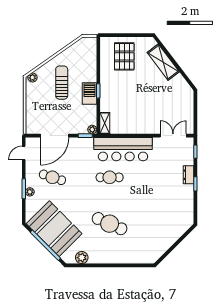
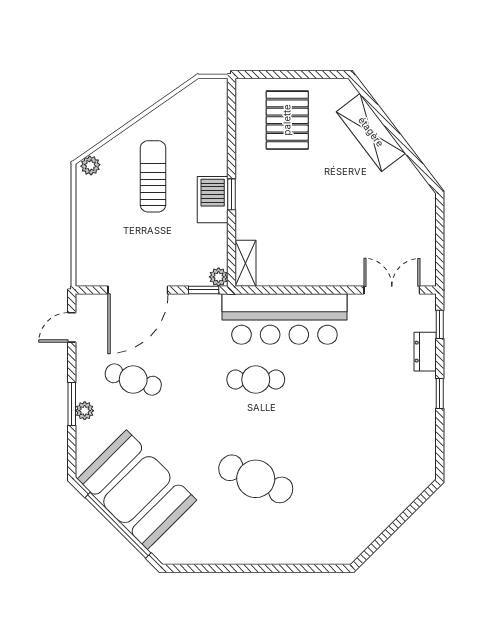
dresser: (189, 175) -> (425, 352), moved
plant: (82, 258) -> (196, 552), removed

